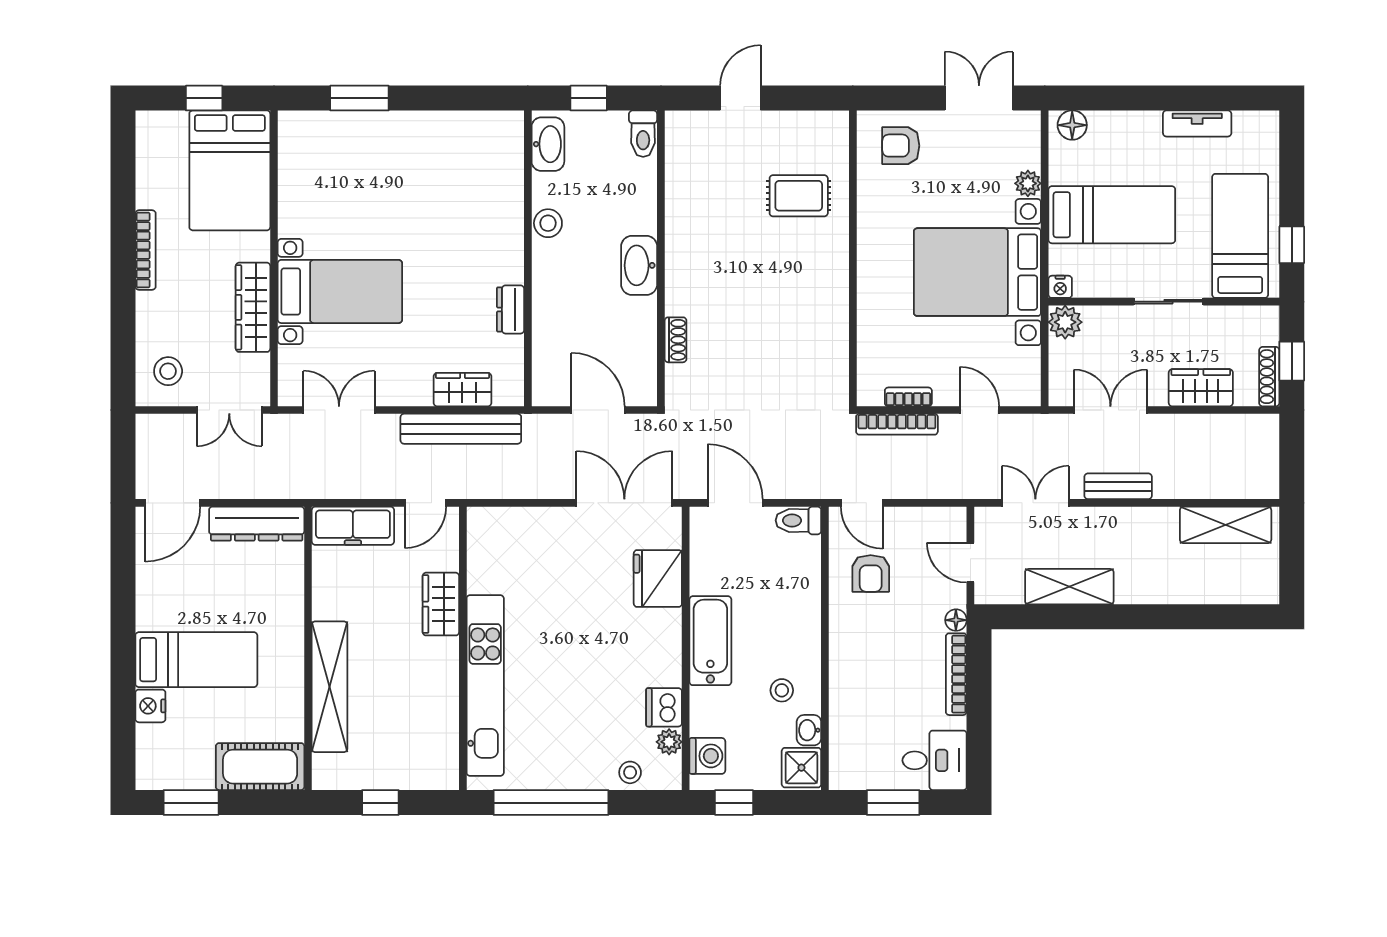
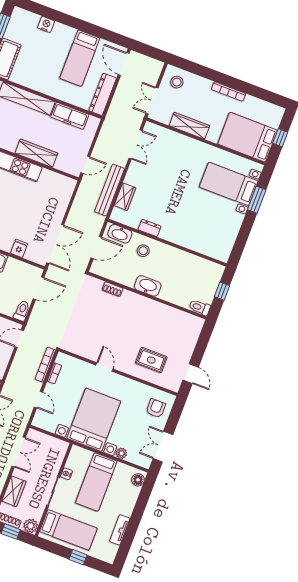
door: (740, 98) -> (191, 374), moved
double door: (979, 98) -> (163, 447), swing flipped
washbasin: (548, 144) -> (120, 234), moved
rug: (799, 196) -> (151, 360), turned 90
stool: (548, 223) -> (143, 251), moved
window: (1292, 245) -> (78, 557), moved
nightstand: (1060, 287) -> (66, 474), moved
bed with nightstands: (340, 291) -> (229, 184), moved, turned 90
door: (853, 293) -> (104, 367), added
plant: (1065, 322) -> (31, 526), moved
door: (979, 410) -> (38, 400), hinge flipped
door: (425, 503) -> (85, 165), swing flipped
freezer: (353, 526) -> (70, 116), moved, turned -90
fridge: (658, 579) -> (19, 248), width x0.53, depth x0.75
wardrobe: (441, 604) -> (36, 153), width x1.50
bed: (196, 660) -> (80, 58), moved

